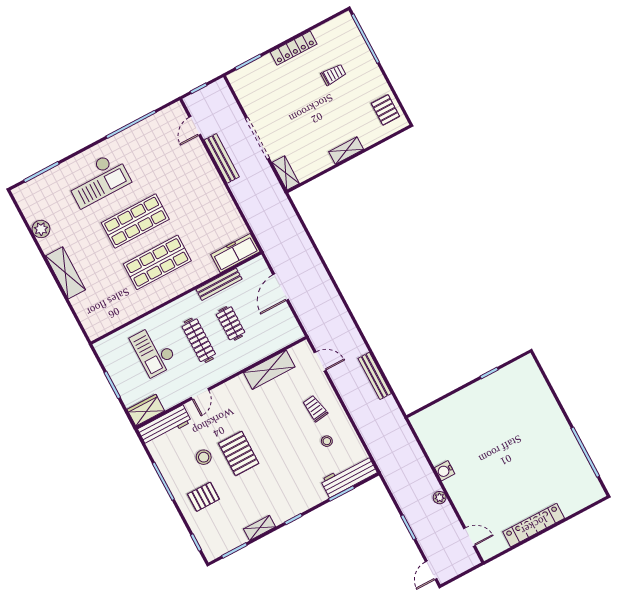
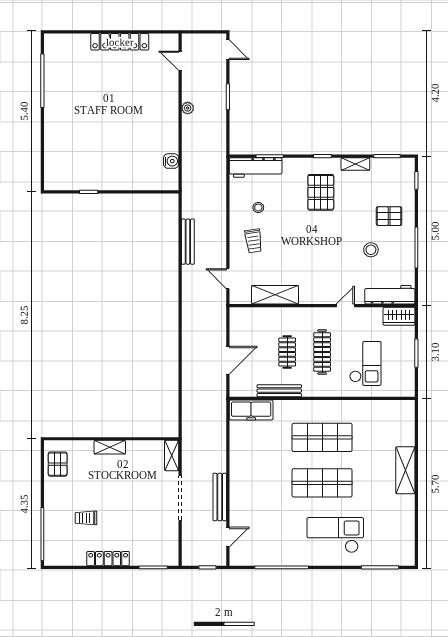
plant: (41, 229) -> (406, 519), removed
pallet: (239, 453) -> (321, 192), moved
water cooler: (445, 471) -> (171, 161), moved
door: (431, 570) -> (228, 50), hinge flipped

